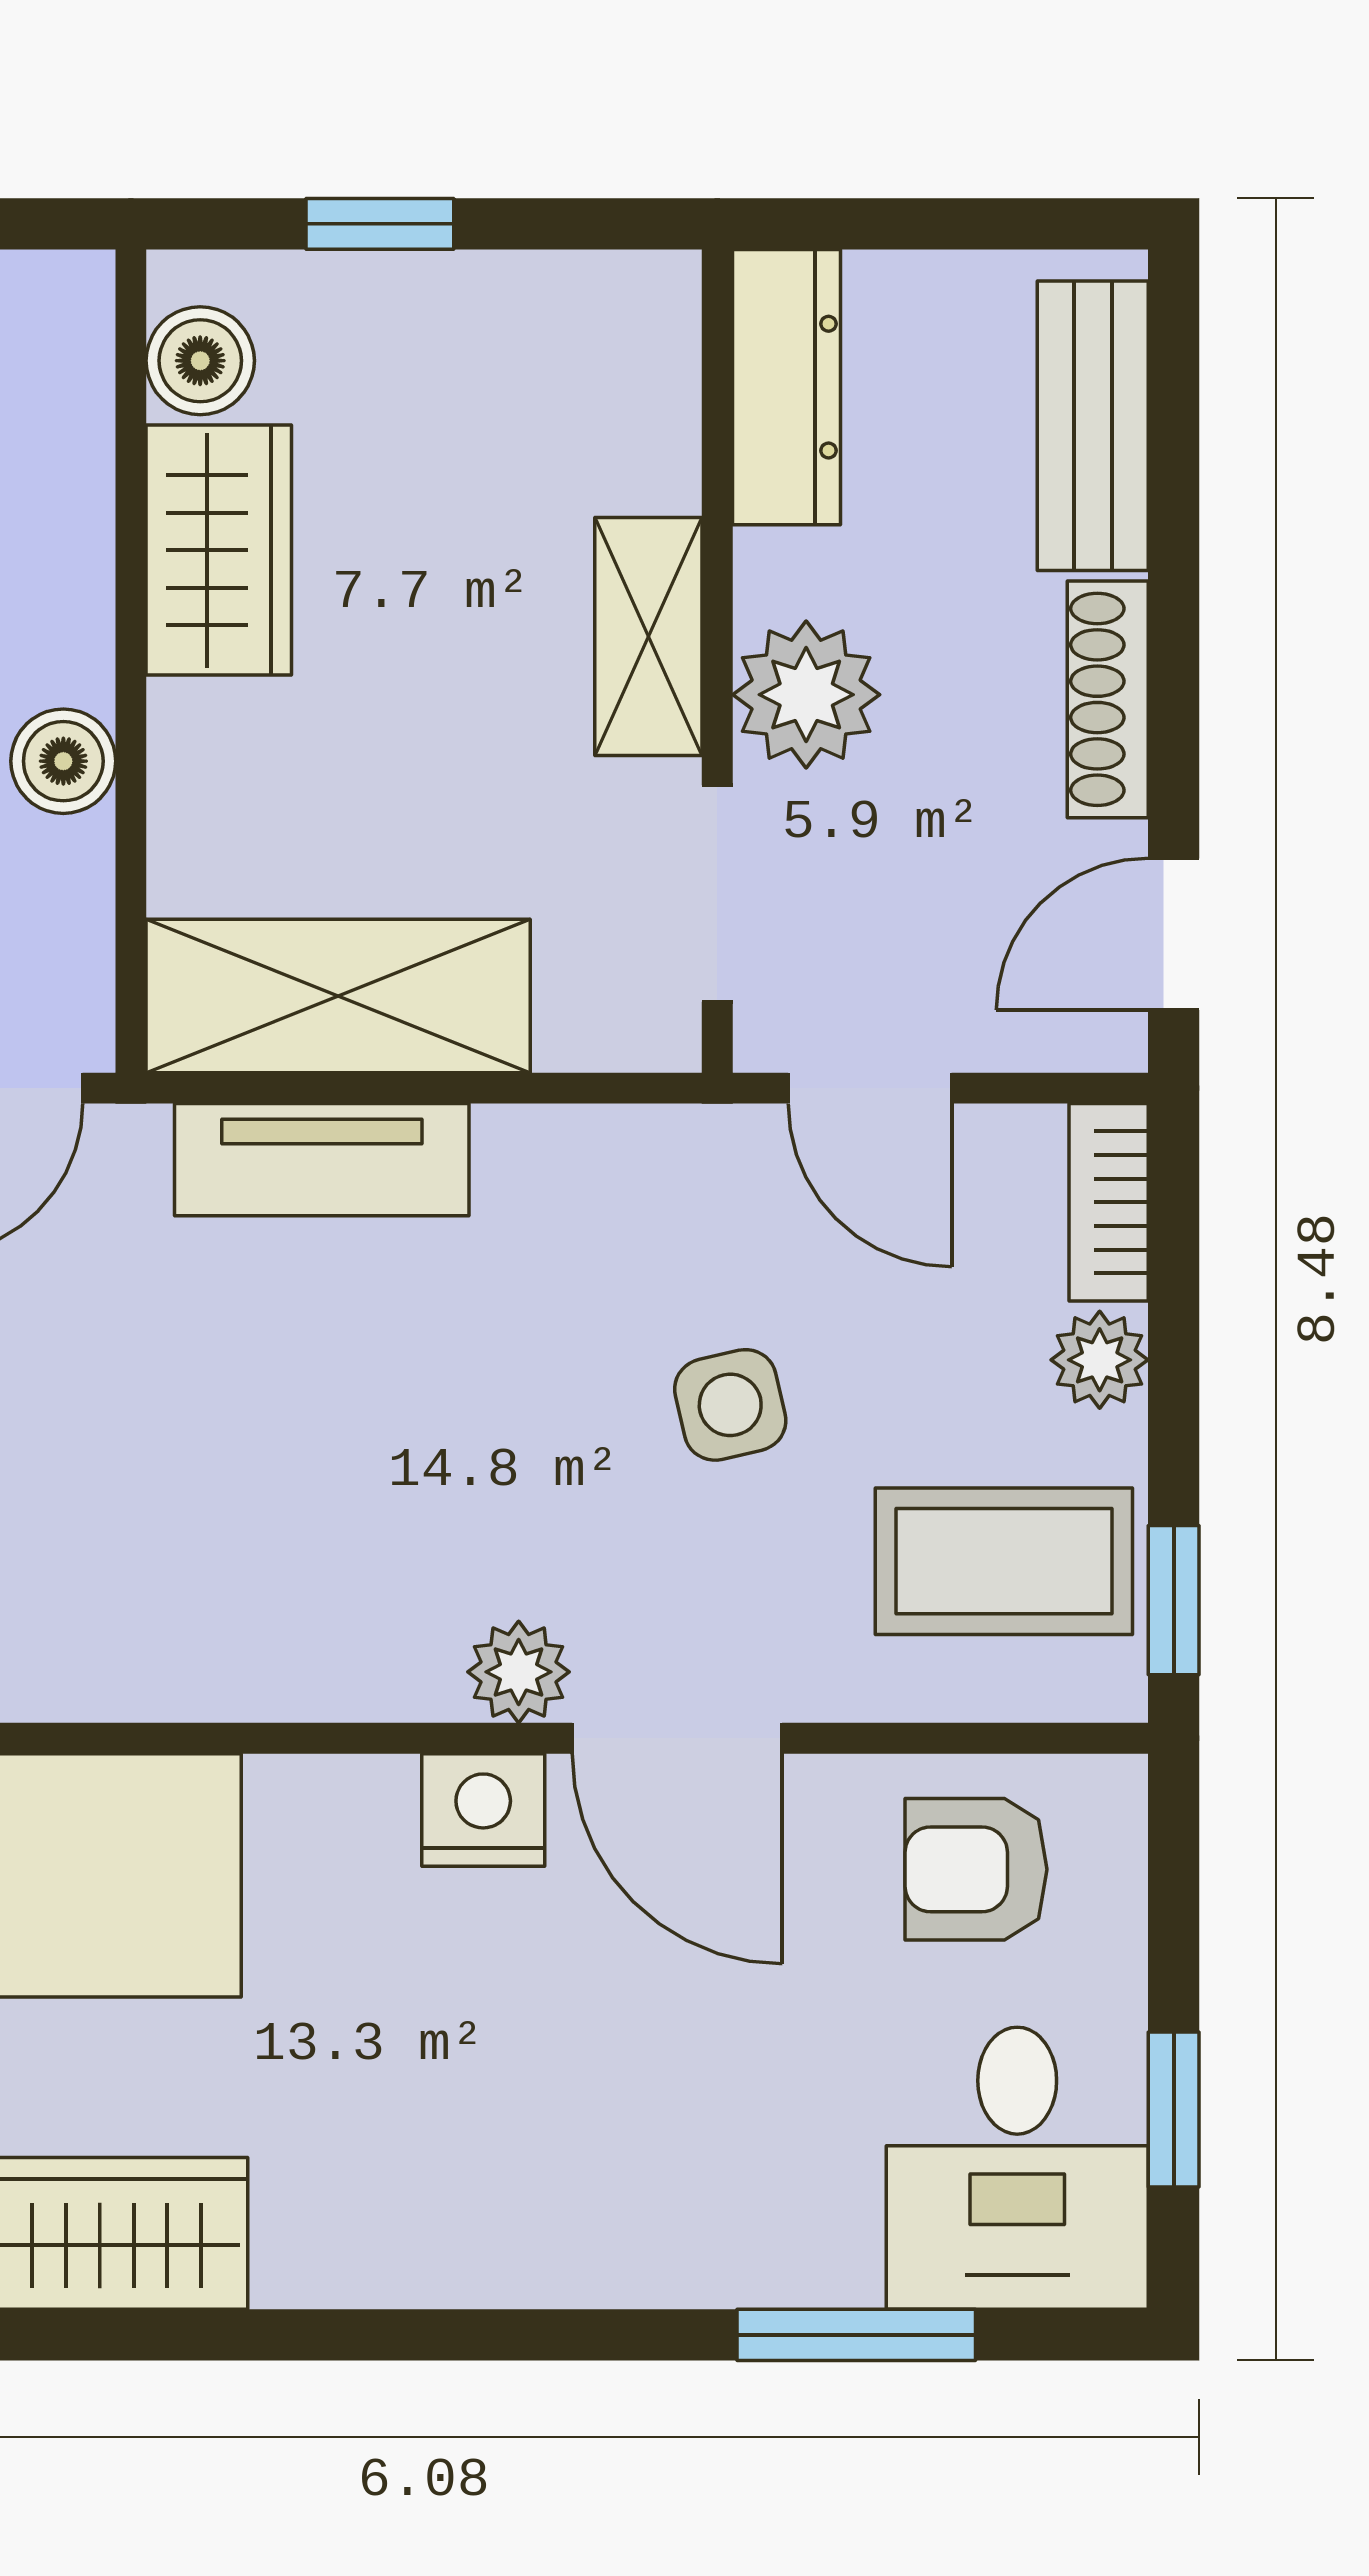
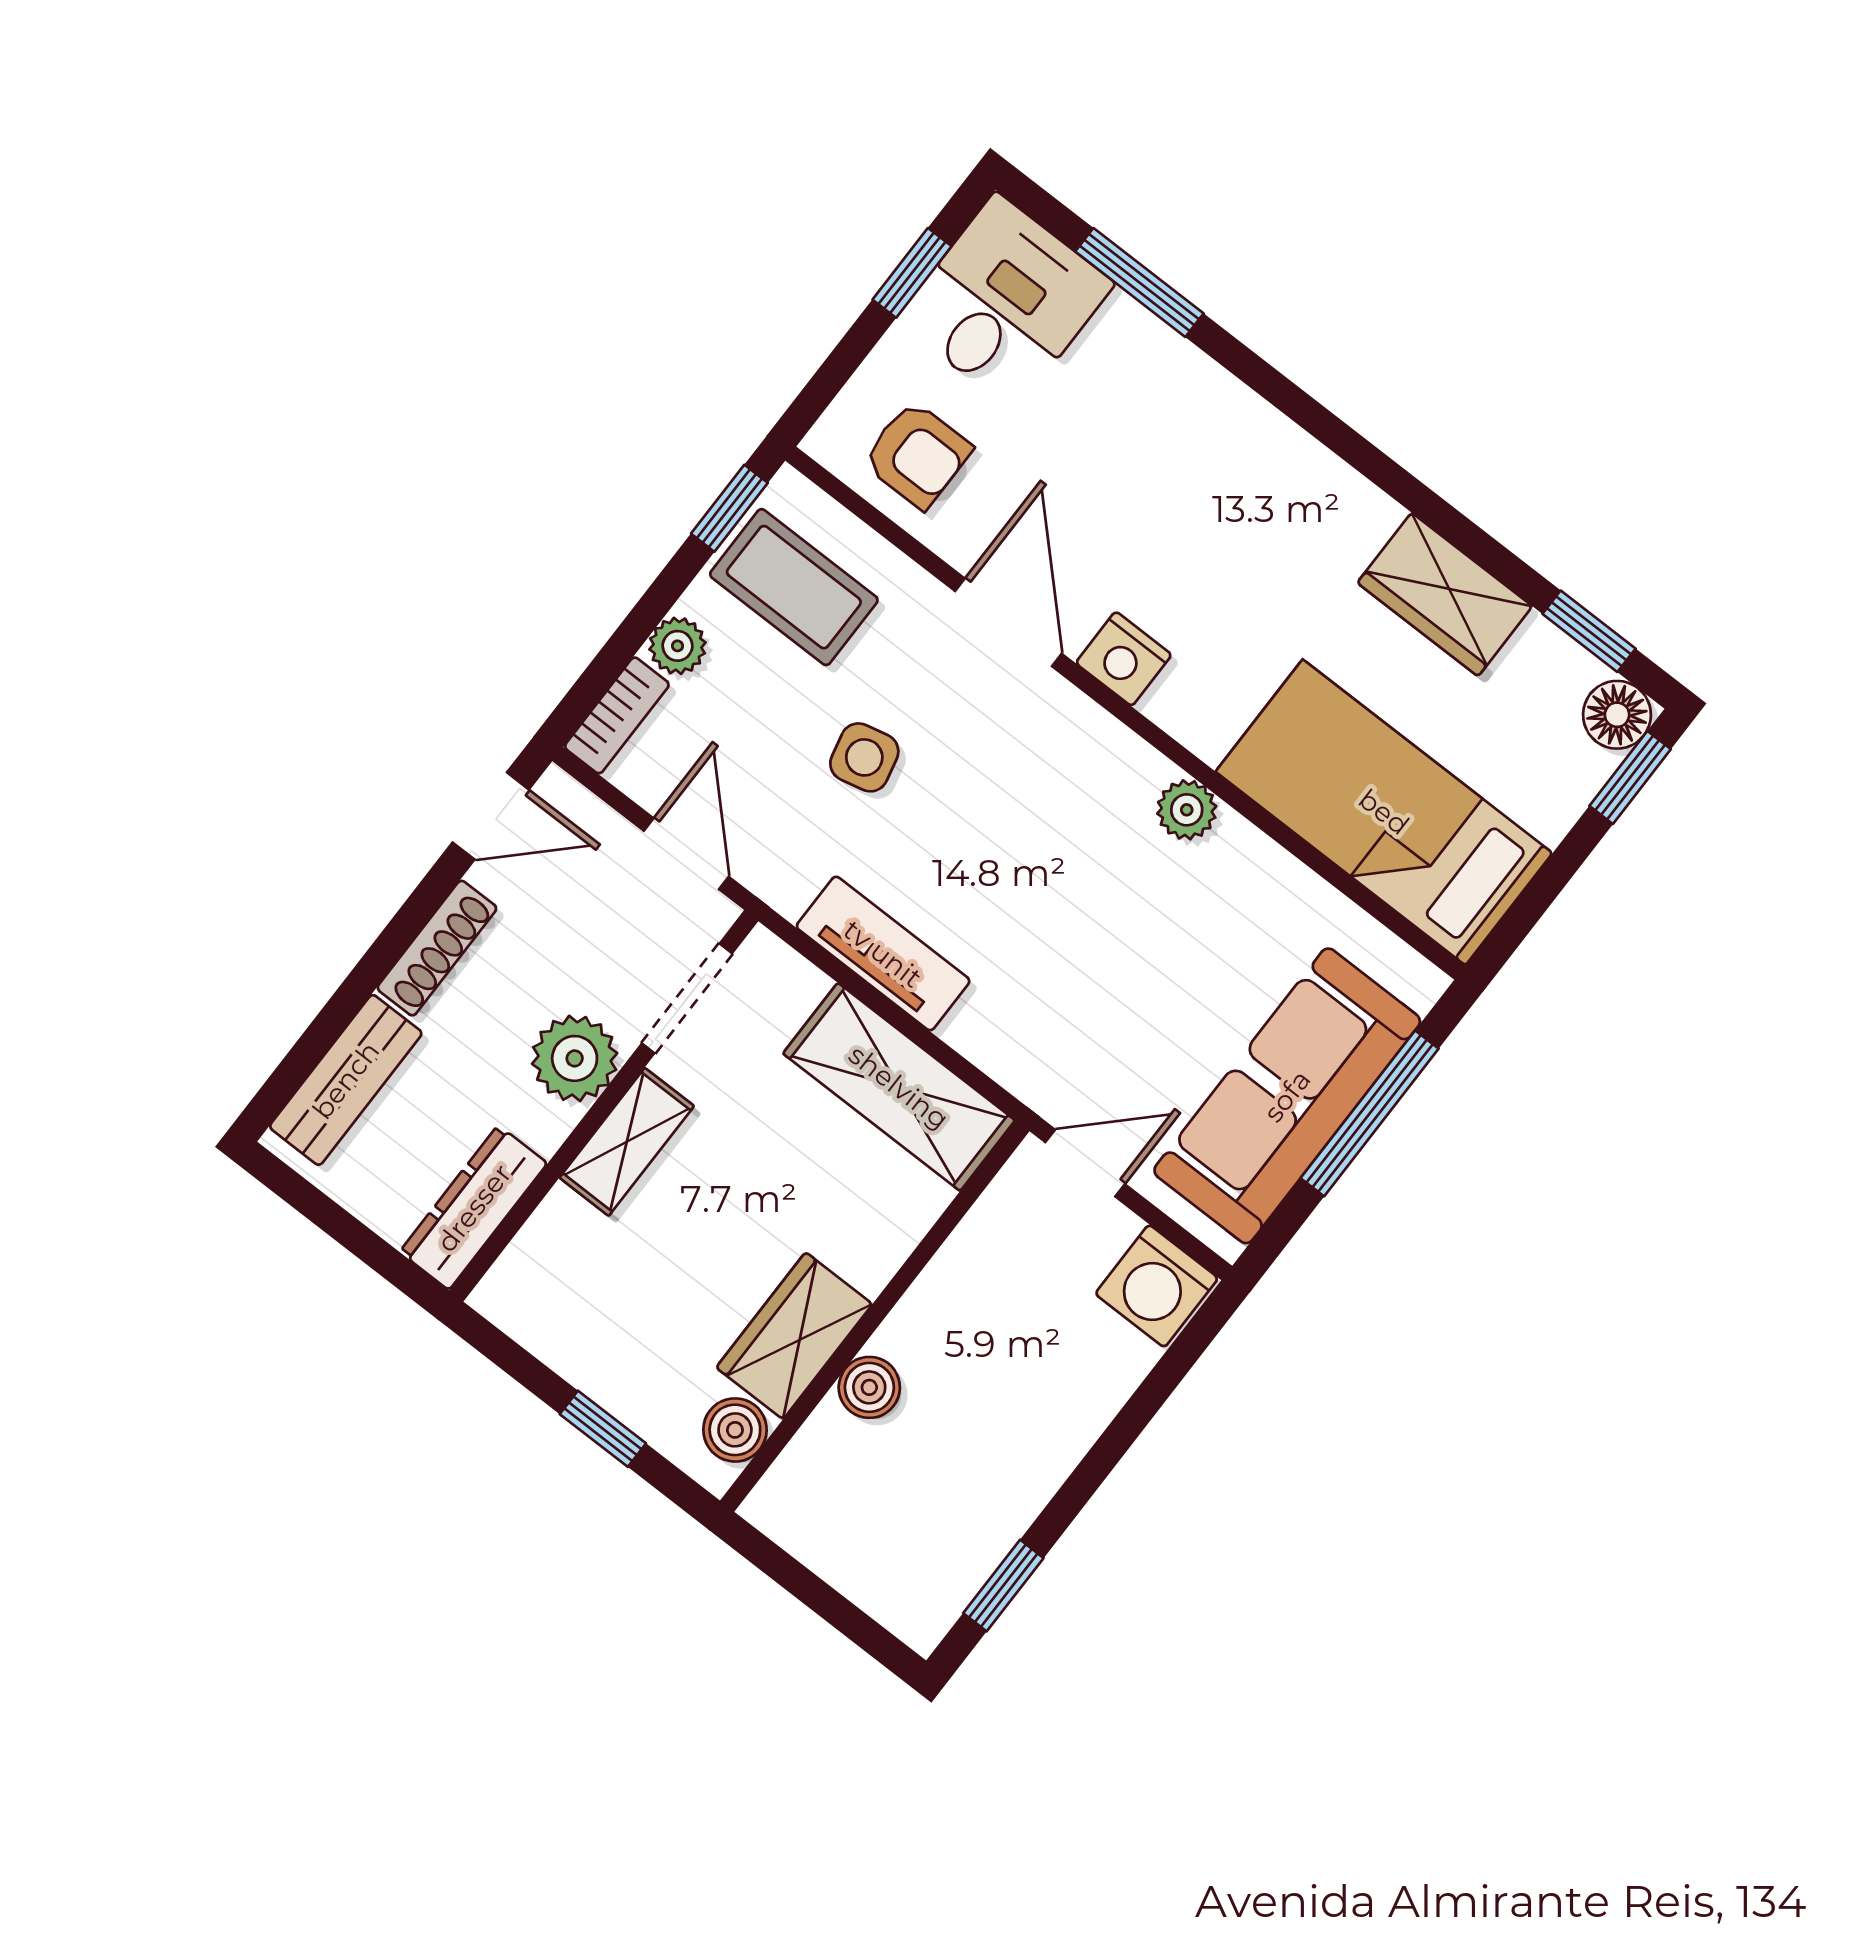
boiler: (63, 761) -> (869, 1387), moved
tv unit: (322, 1160) -> (883, 954), moved
plant: (519, 1672) -> (1187, 810), moved

